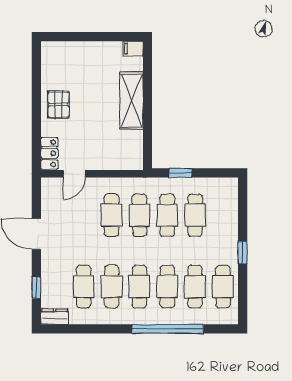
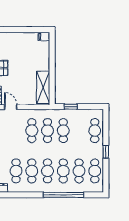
shelving: (132, 101) -> (43, 87), moved
door: (74, 174) -> (11, 107), swing flipped
cafe table: (195, 215) -> (95, 131), moved

